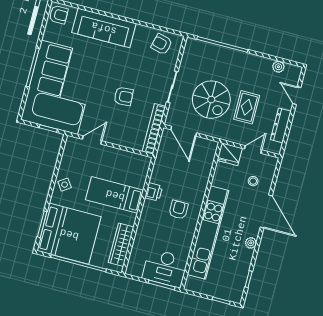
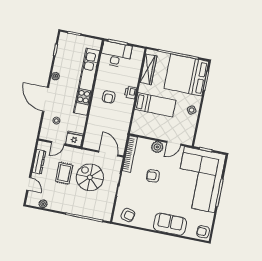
sofa: (104, 28) -> (170, 224), width x0.73
plant: (115, 136) -> (157, 147), added
printer: (154, 192) -> (131, 93), moved

